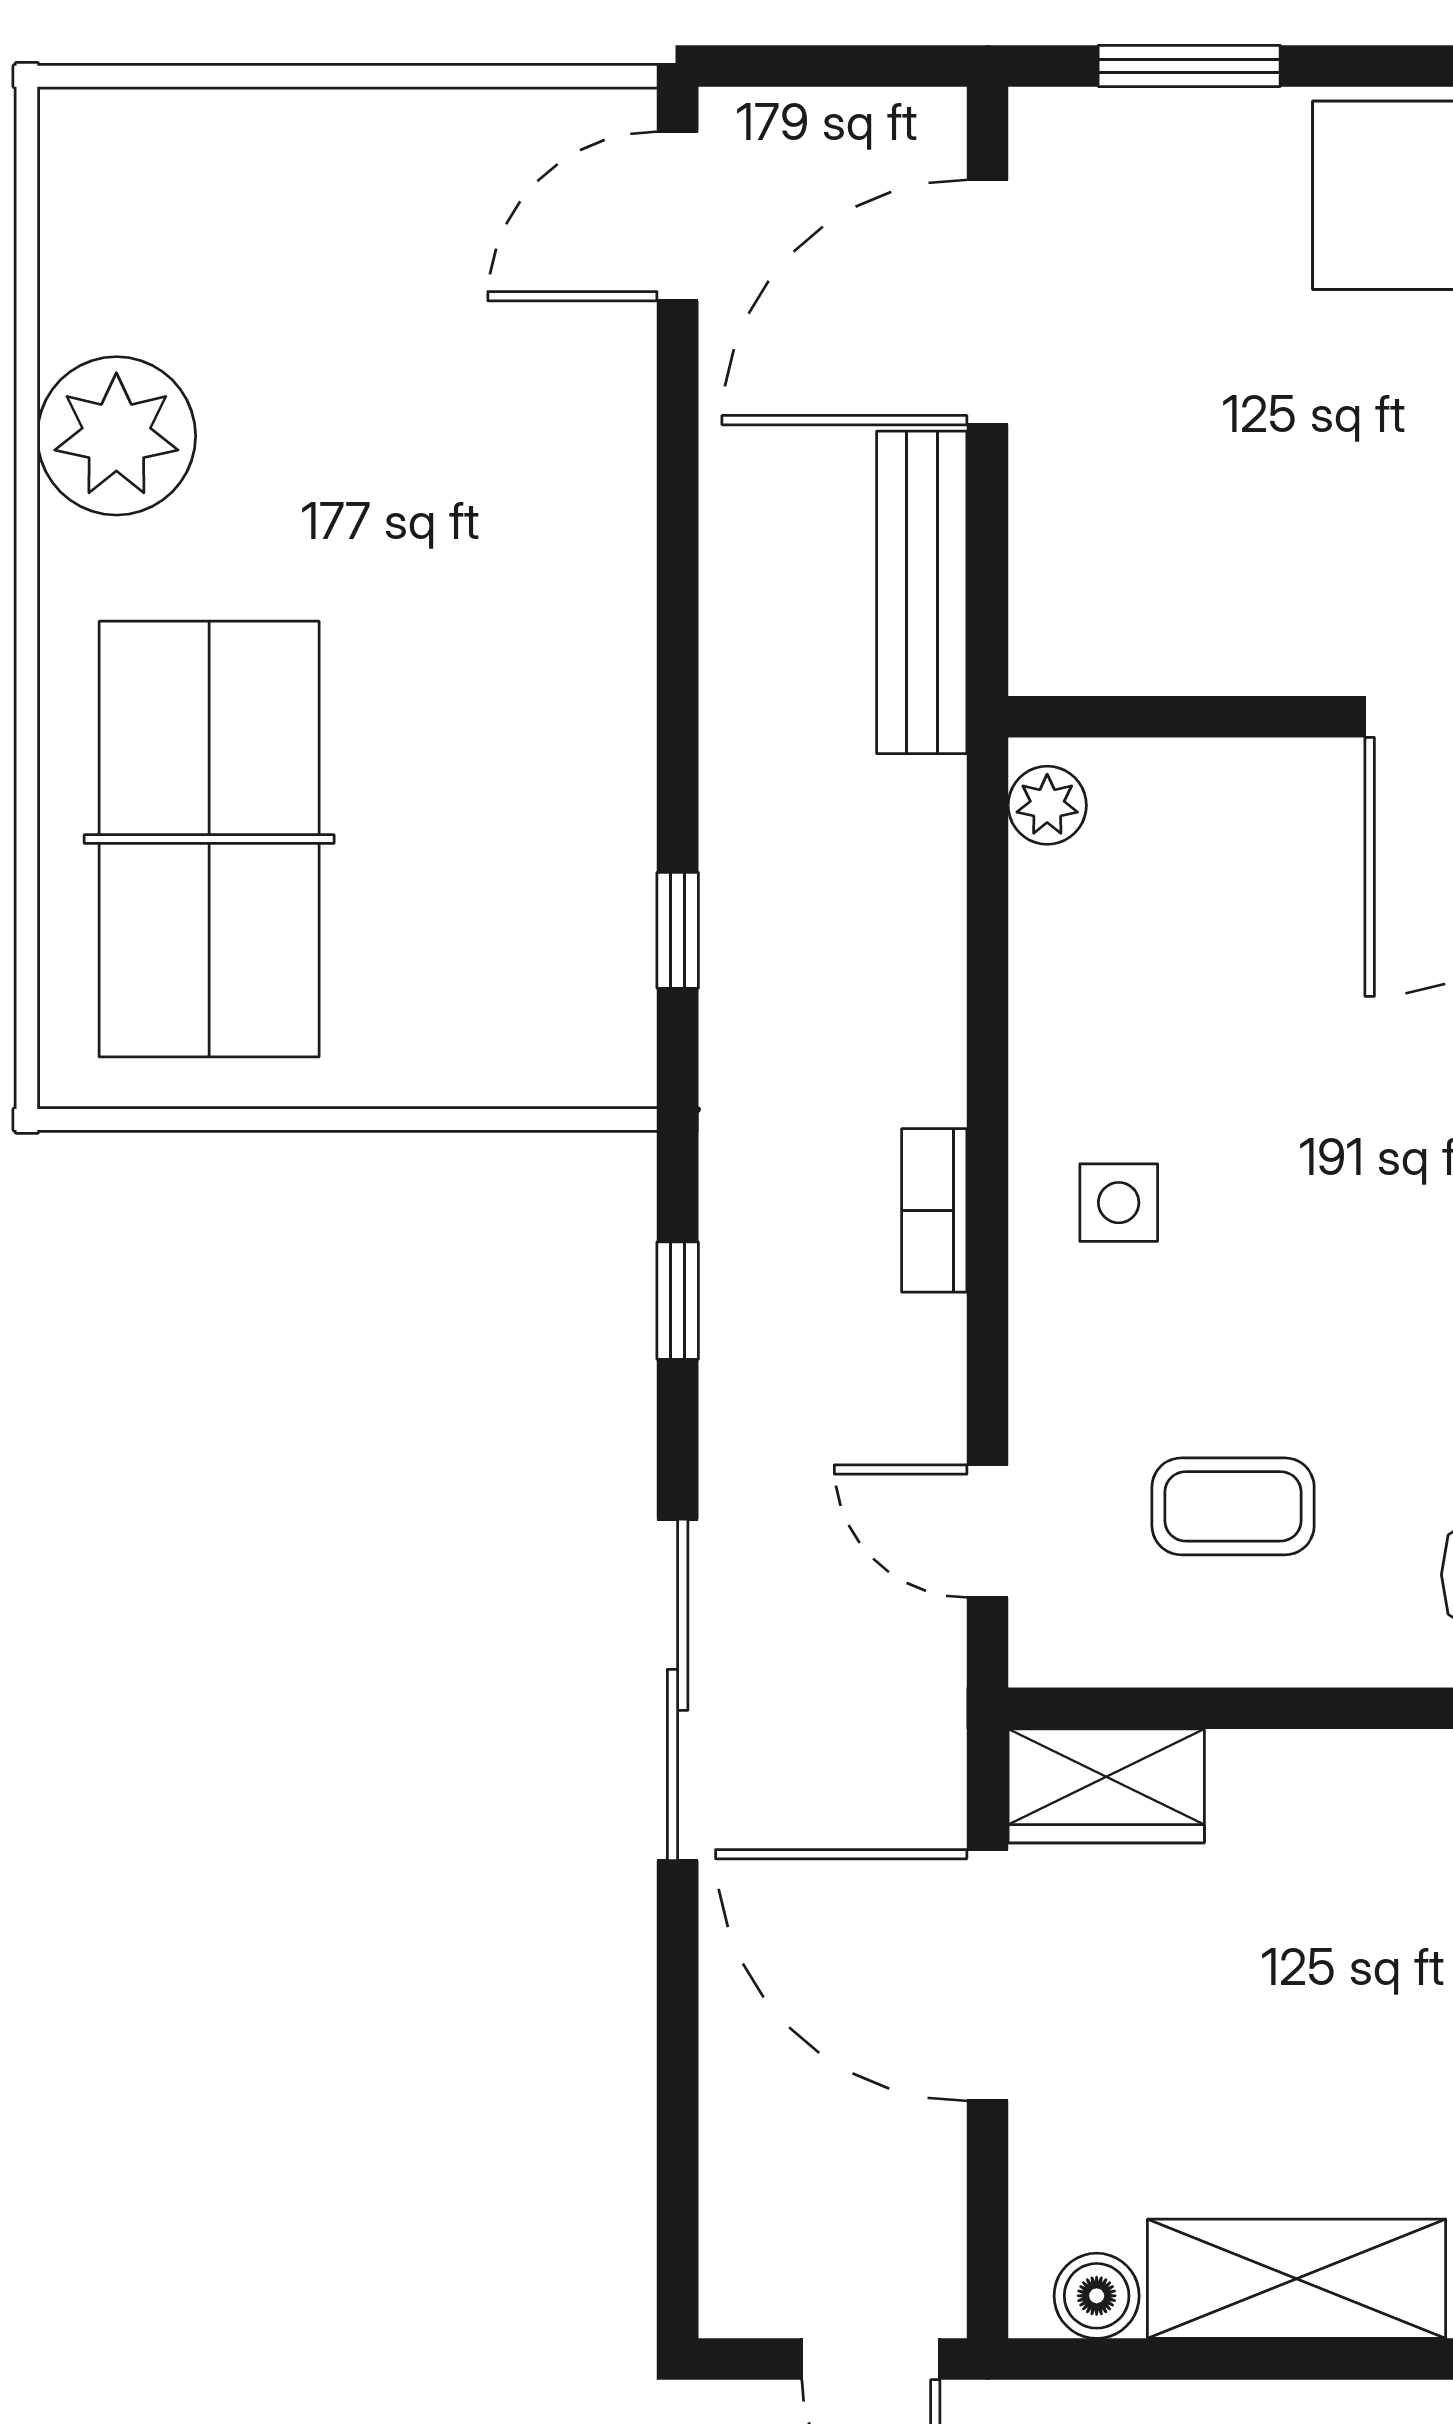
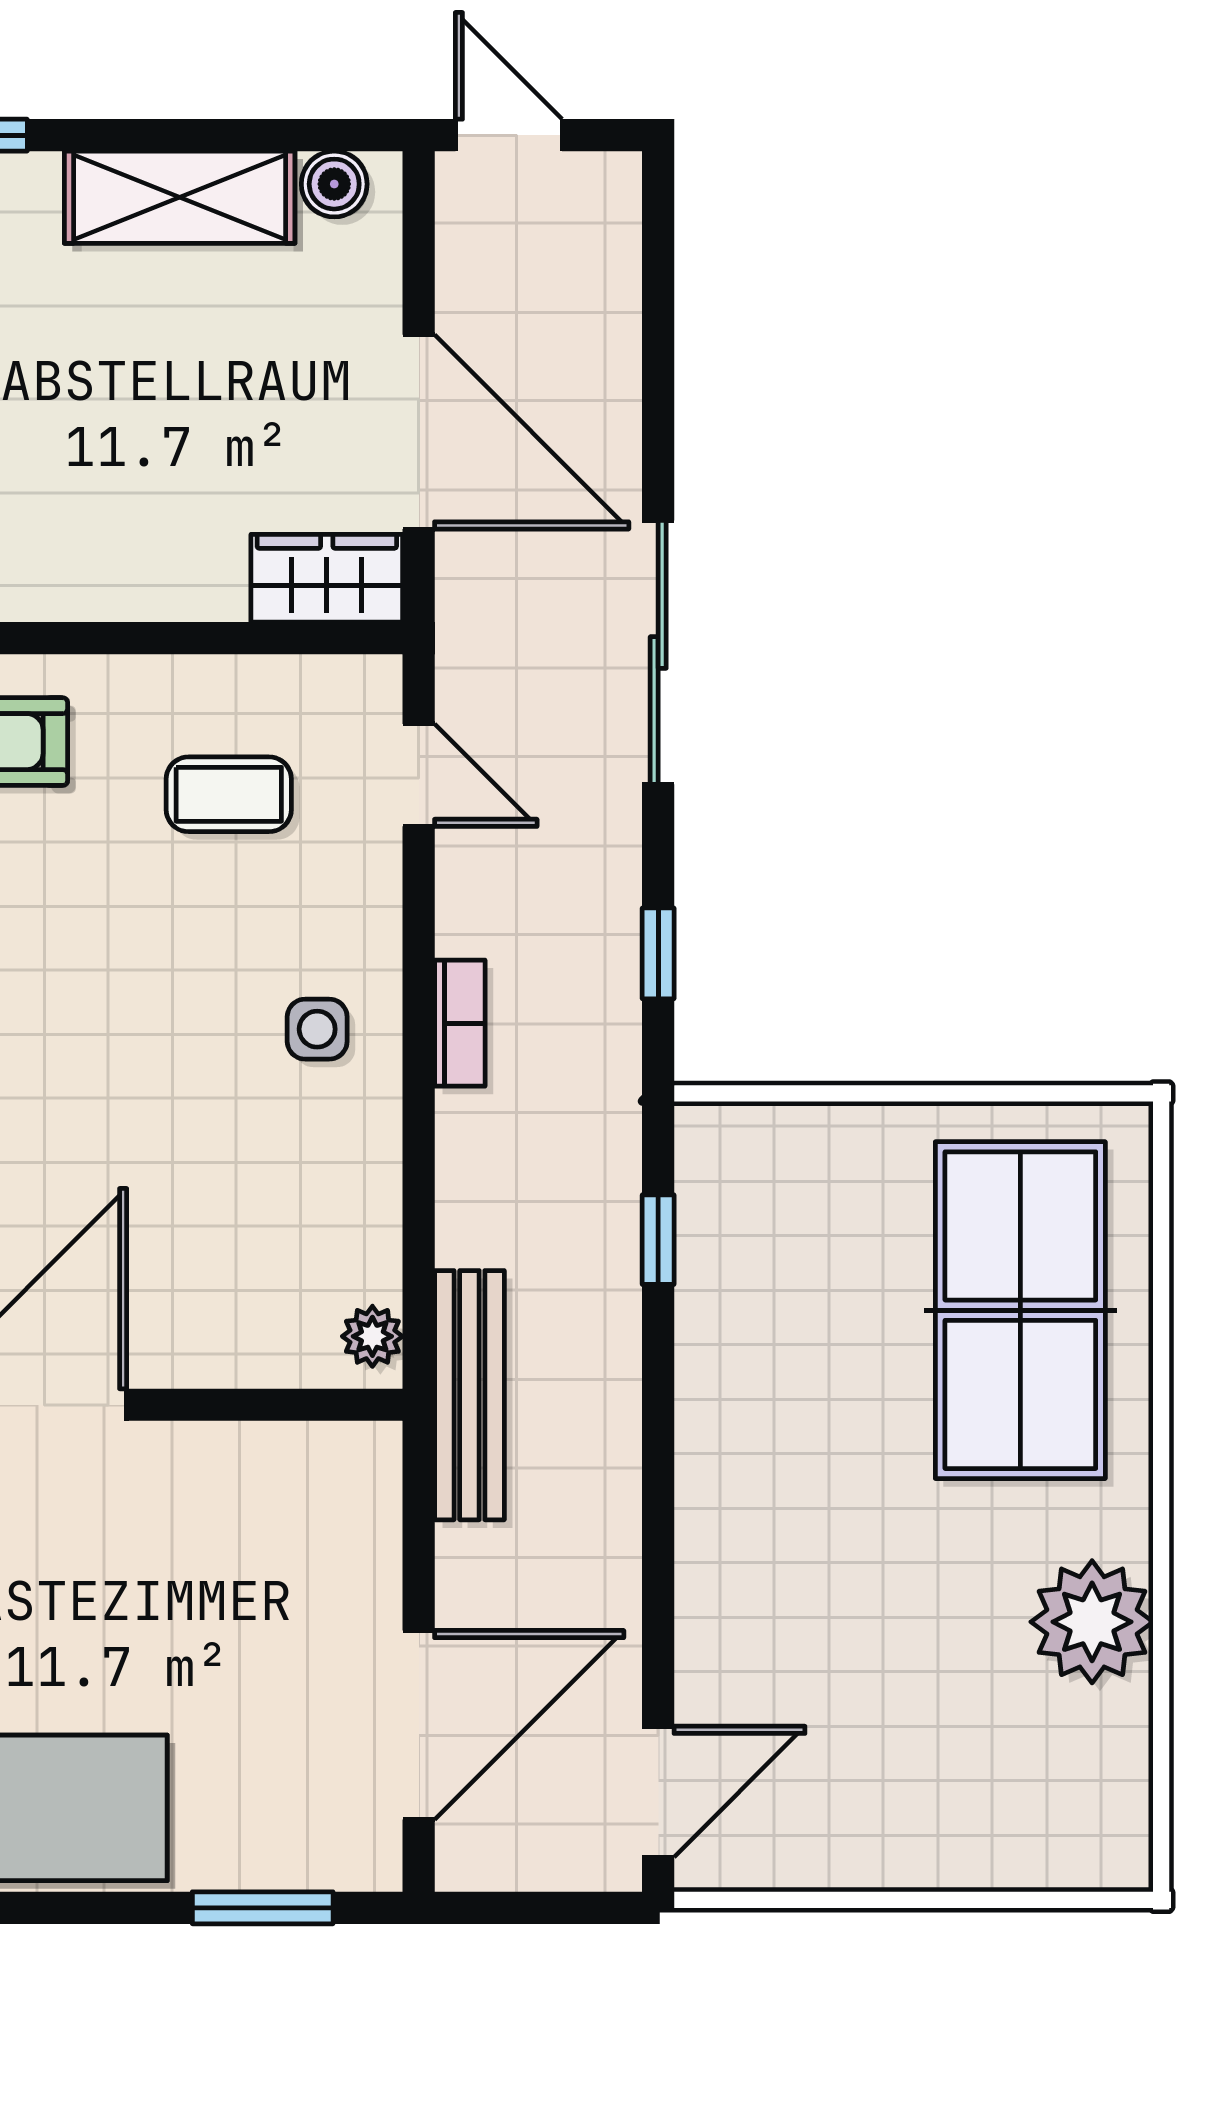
bench: (922, 592) -> (469, 1395), moved

